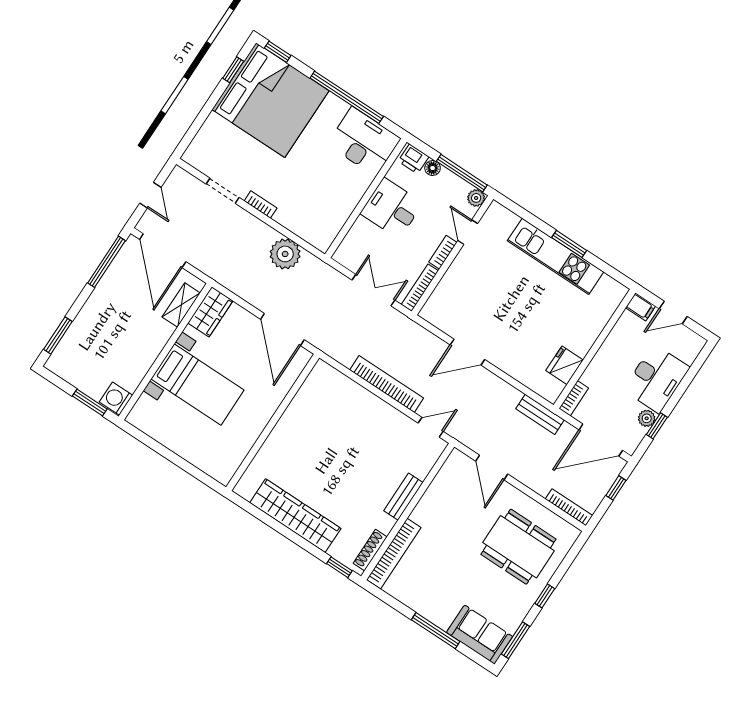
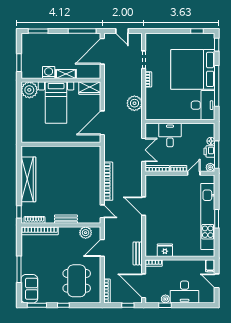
bed: (270, 100) -> (193, 69), moved, turned 90
printer: (413, 159) -> (209, 151), moved
door: (150, 195) -> (122, 31), hinge flipped
desk: (392, 208) -> (170, 135), moved
kitchen unit: (555, 256) -> (208, 216), width x1.36
shelving: (181, 305) -> (66, 74), moved
washing machine: (116, 399) -> (49, 72), moved
plant: (147, 415) -> (29, 90), added
plant: (448, 479) -> (86, 233), added

